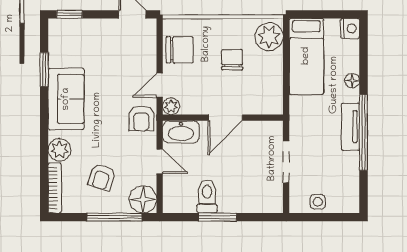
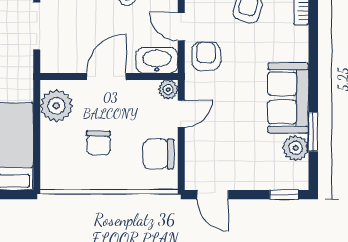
plant: (269, 37) -> (56, 106), moved
armchair: (141, 118) -> (206, 56), moved
plant: (59, 150) -> (296, 148), moved

